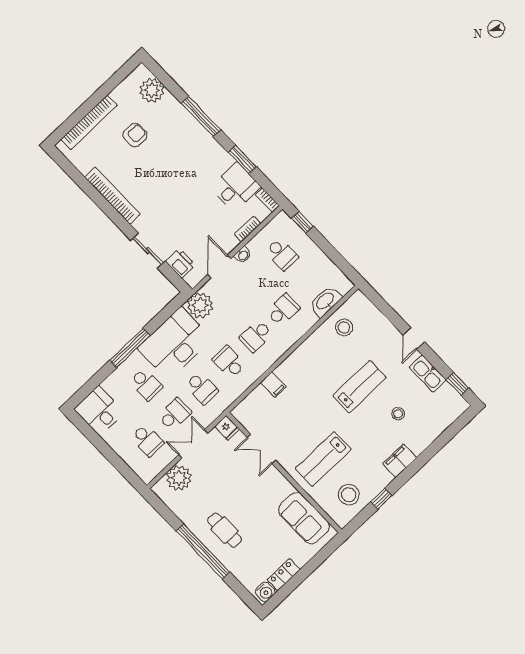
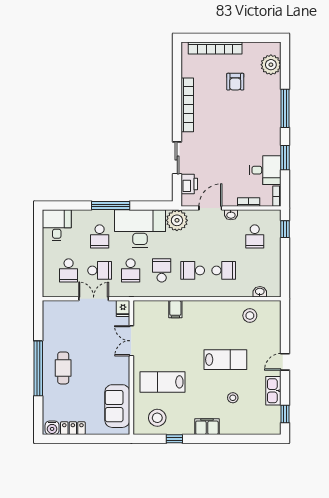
armchair: (135, 135) -> (235, 82), turned 90
washbasin: (325, 301) -> (260, 292), width x0.52, depth x0.69
plant: (179, 478) -> (66, 311), removed

